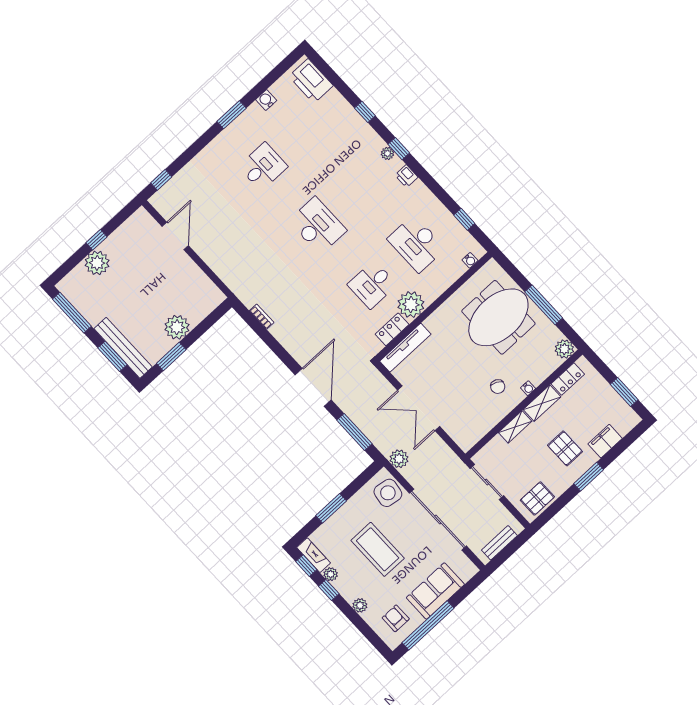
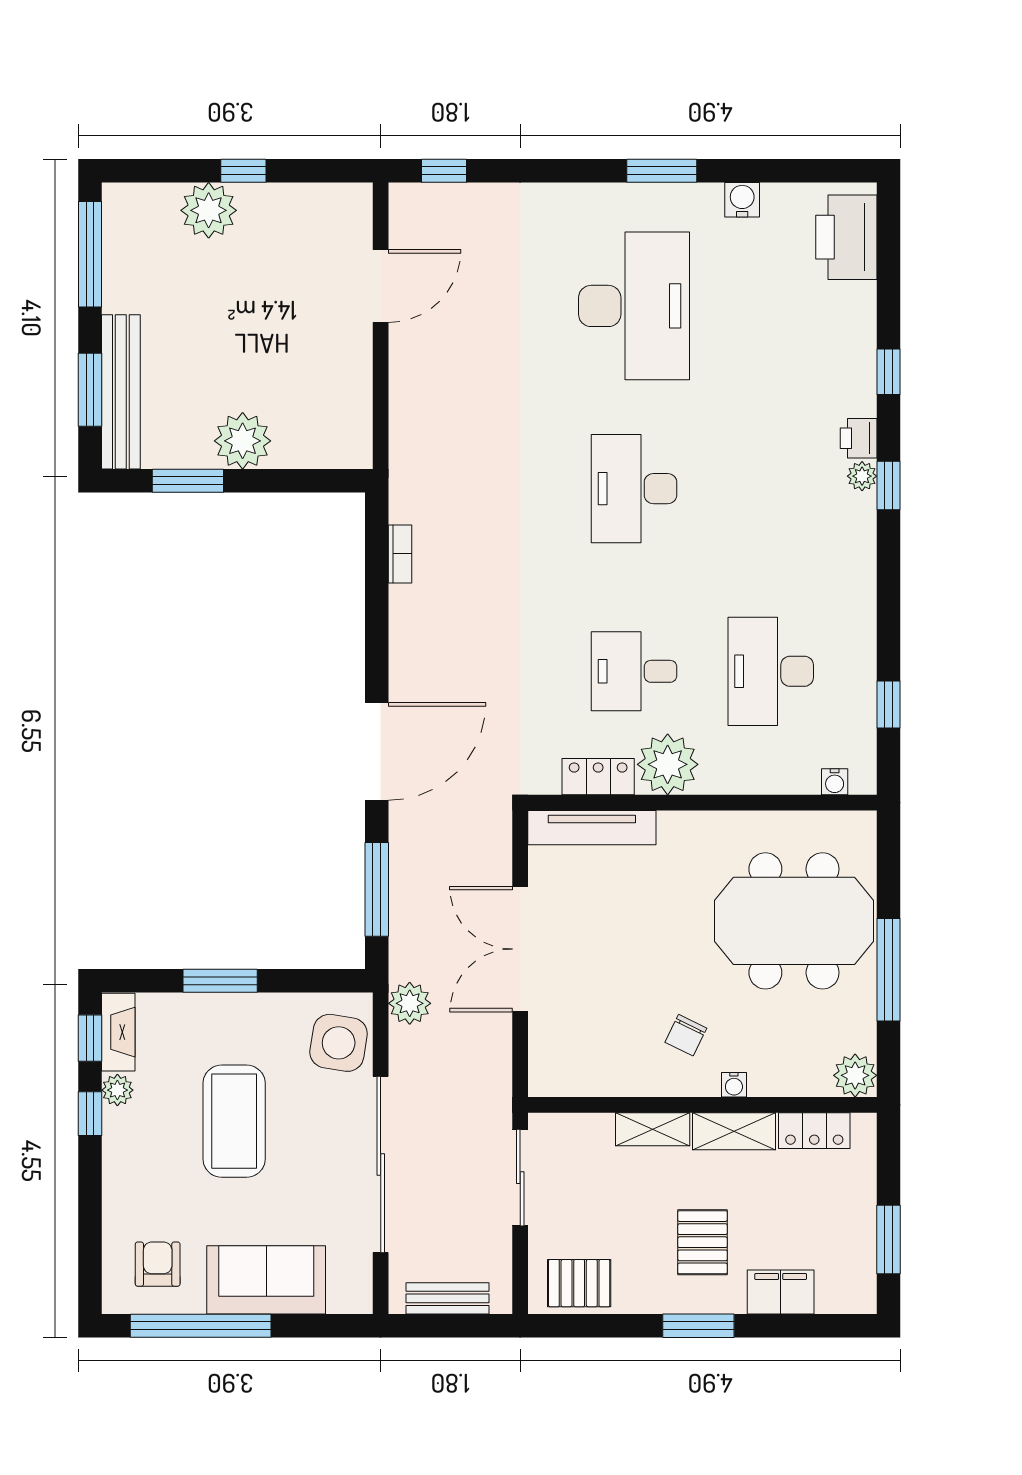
desk: (263, 167) -> (634, 306), width x1.87, depth x1.30
printer: (406, 176) -> (859, 438), moved
desk: (318, 226) -> (634, 489), turned 180
plant: (360, 605) -> (118, 1187), removed

